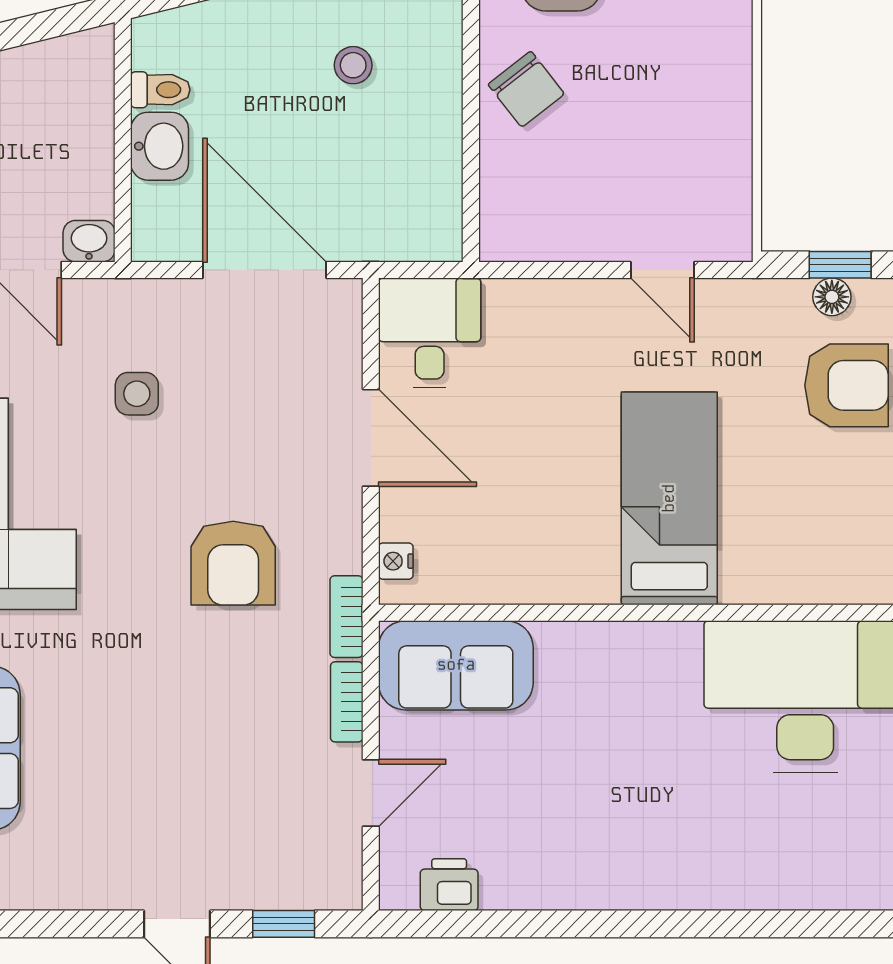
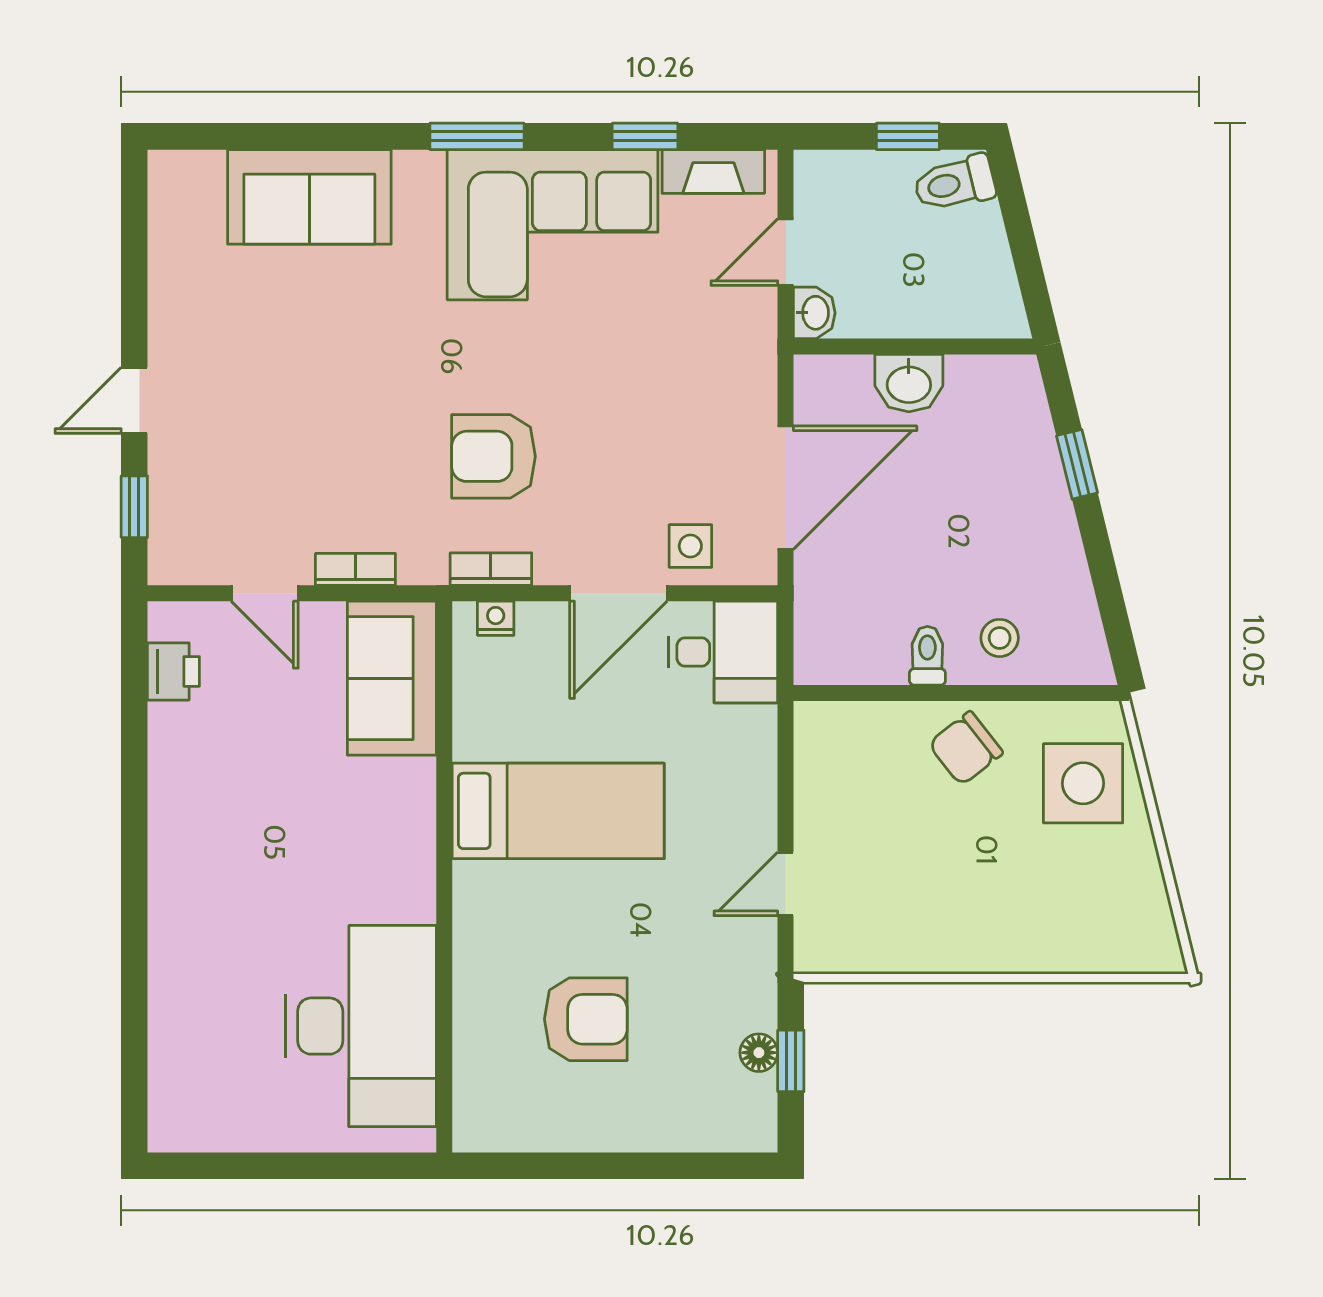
stool: (353, 65) -> (1000, 638), moved
toilet: (160, 90) -> (927, 656), moved, turned 180
armchair: (847, 385) -> (586, 1019), moved, turned -90
side table: (137, 394) -> (690, 546), moved
bed: (669, 498) -> (558, 811), moved
bookcase: (346, 617) -> (491, 569), moved

